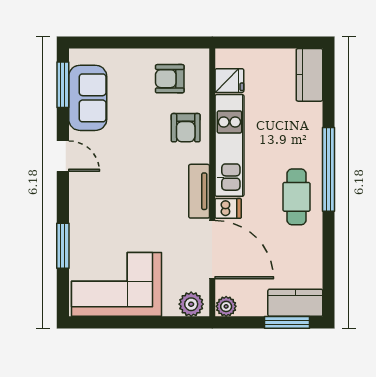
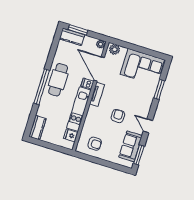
armchair: (186, 128) -> (118, 116), moved
cafe table: (297, 197) -> (58, 80), width x1.37, depth x1.35

